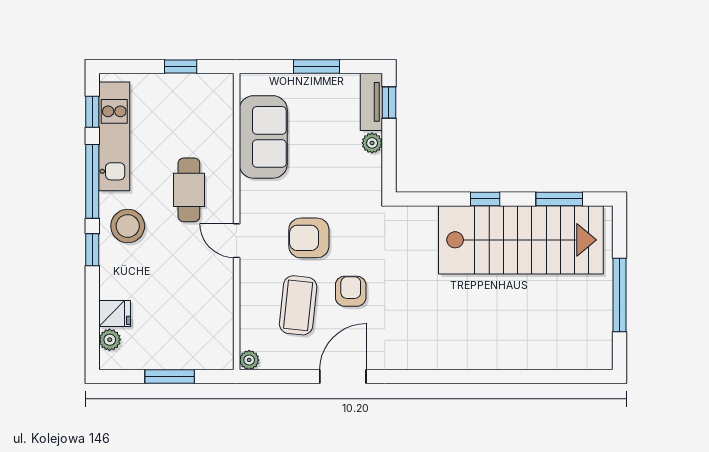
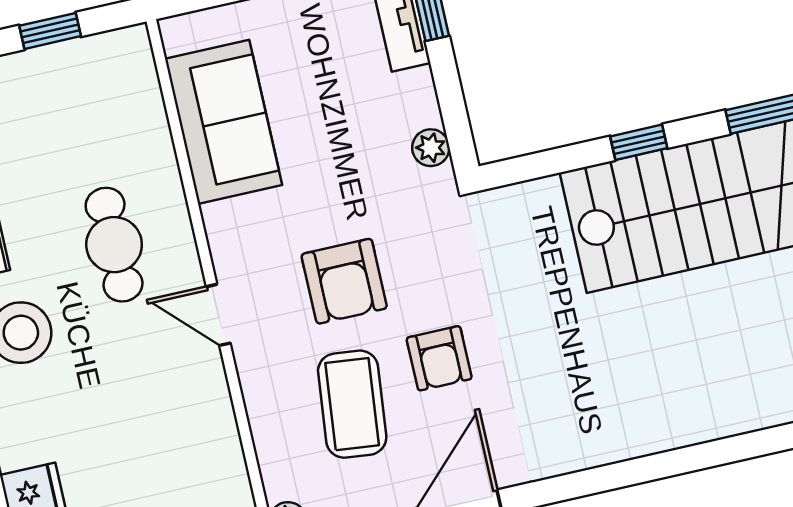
plant: (372, 143) -> (431, 148), moved
armchair: (309, 238) -> (344, 281), turned -90
armchair: (351, 291) -> (439, 358), turned 180

